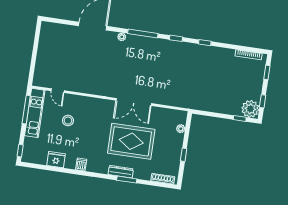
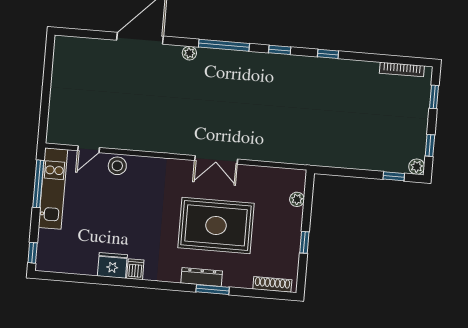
door: (58, 91) -> (89, 149), hinge flipped
double door: (134, 102) -> (216, 160), width x0.73
plant: (250, 109) -> (417, 167), width x0.53, depth x0.53
stool: (68, 121) -> (117, 166), moved
fridge: (56, 160) -> (112, 265), moved

